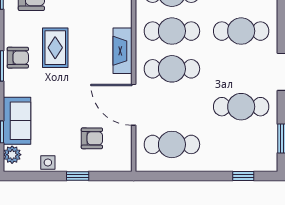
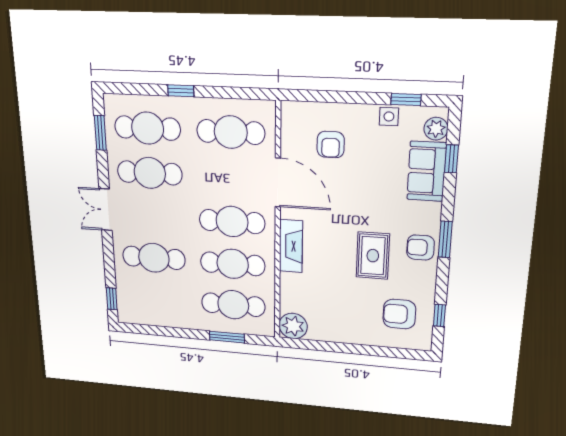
armchair: (92, 138) -> (331, 145), turned -90
cafe table: (241, 144) -> (148, 128), added
window: (78, 176) -> (406, 100), moved
window: (243, 176) -> (181, 91), moved

